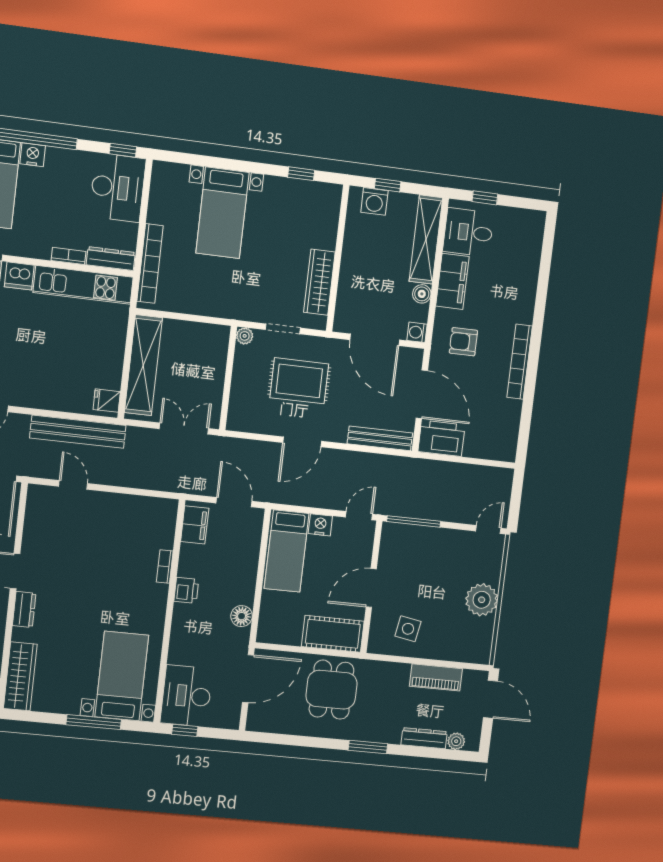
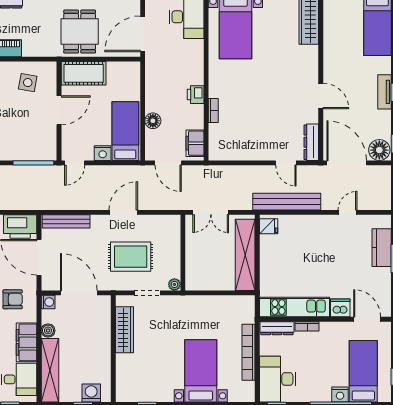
bookcase: (150, 263) -> (249, 352), moved
dresser: (24, 609) -> (311, 142), moved, width x1.44
floor lamp: (242, 616) -> (153, 121), moved

